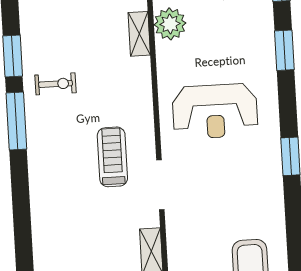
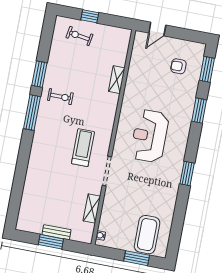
plant: (170, 24) -> (136, 78), removed
reception desk: (215, 111) -> (150, 136), turned 90

